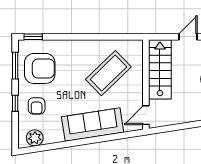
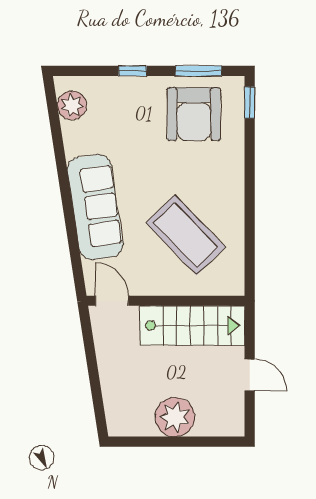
armchair: (37, 106) -> (128, 109), removed

